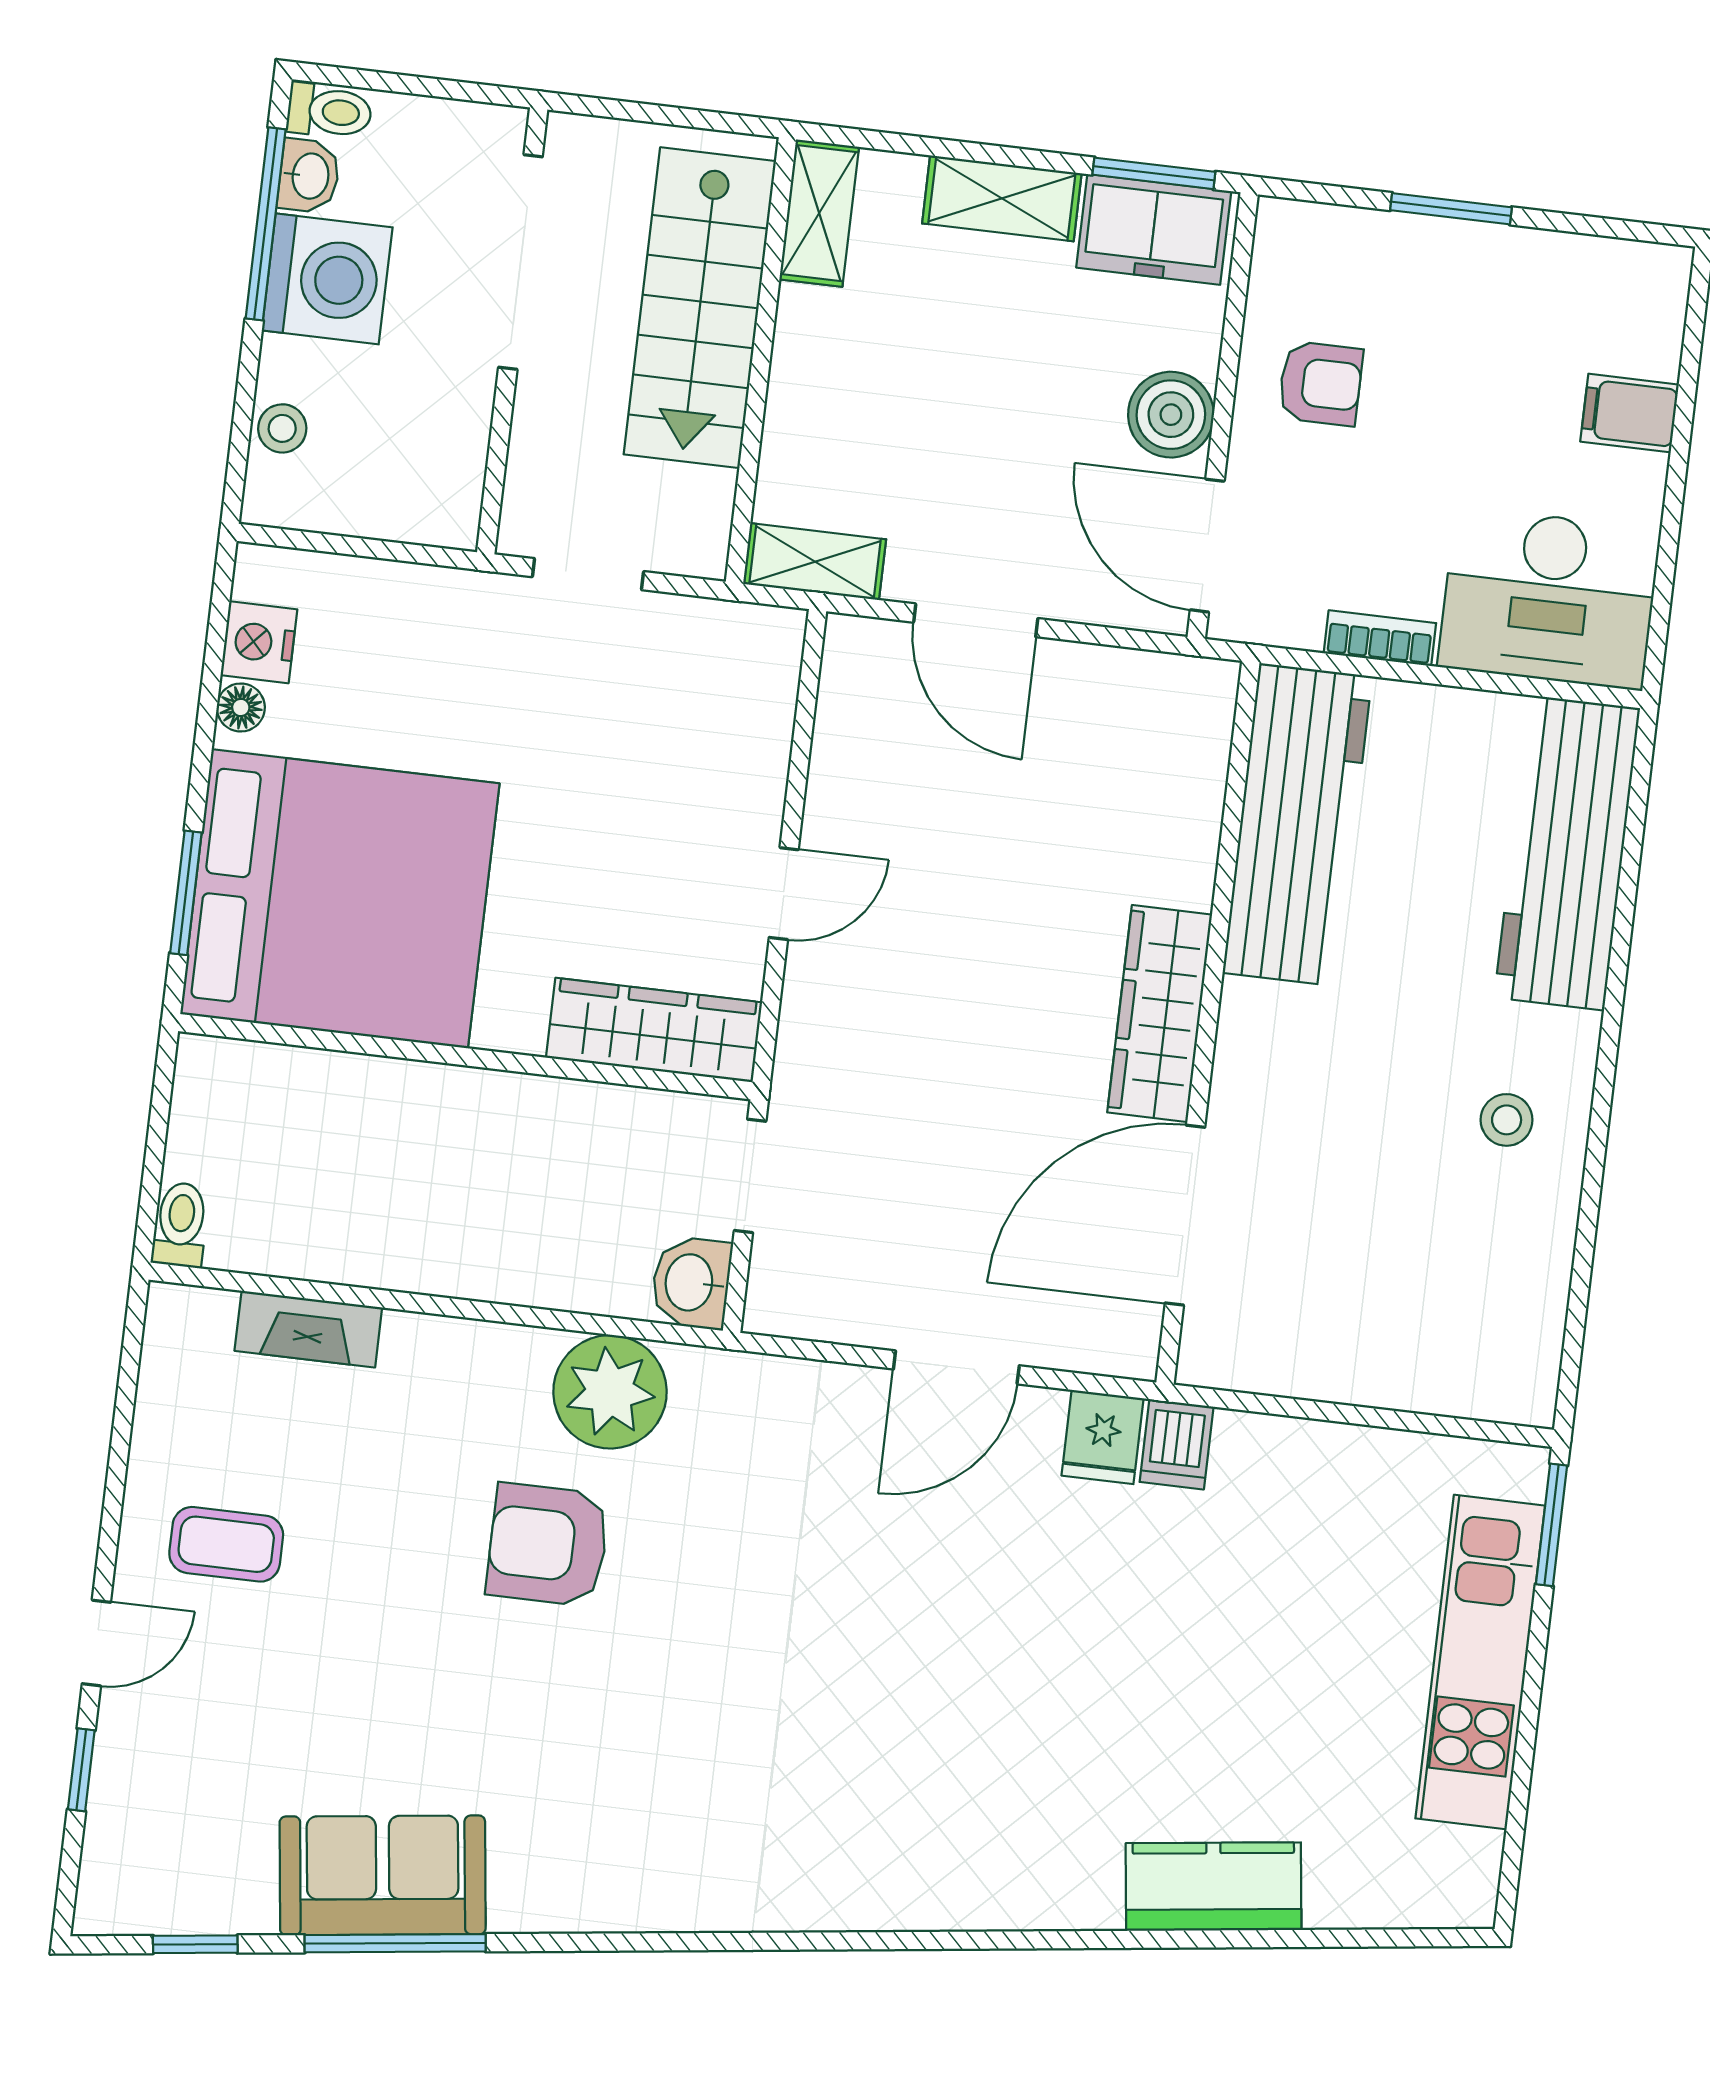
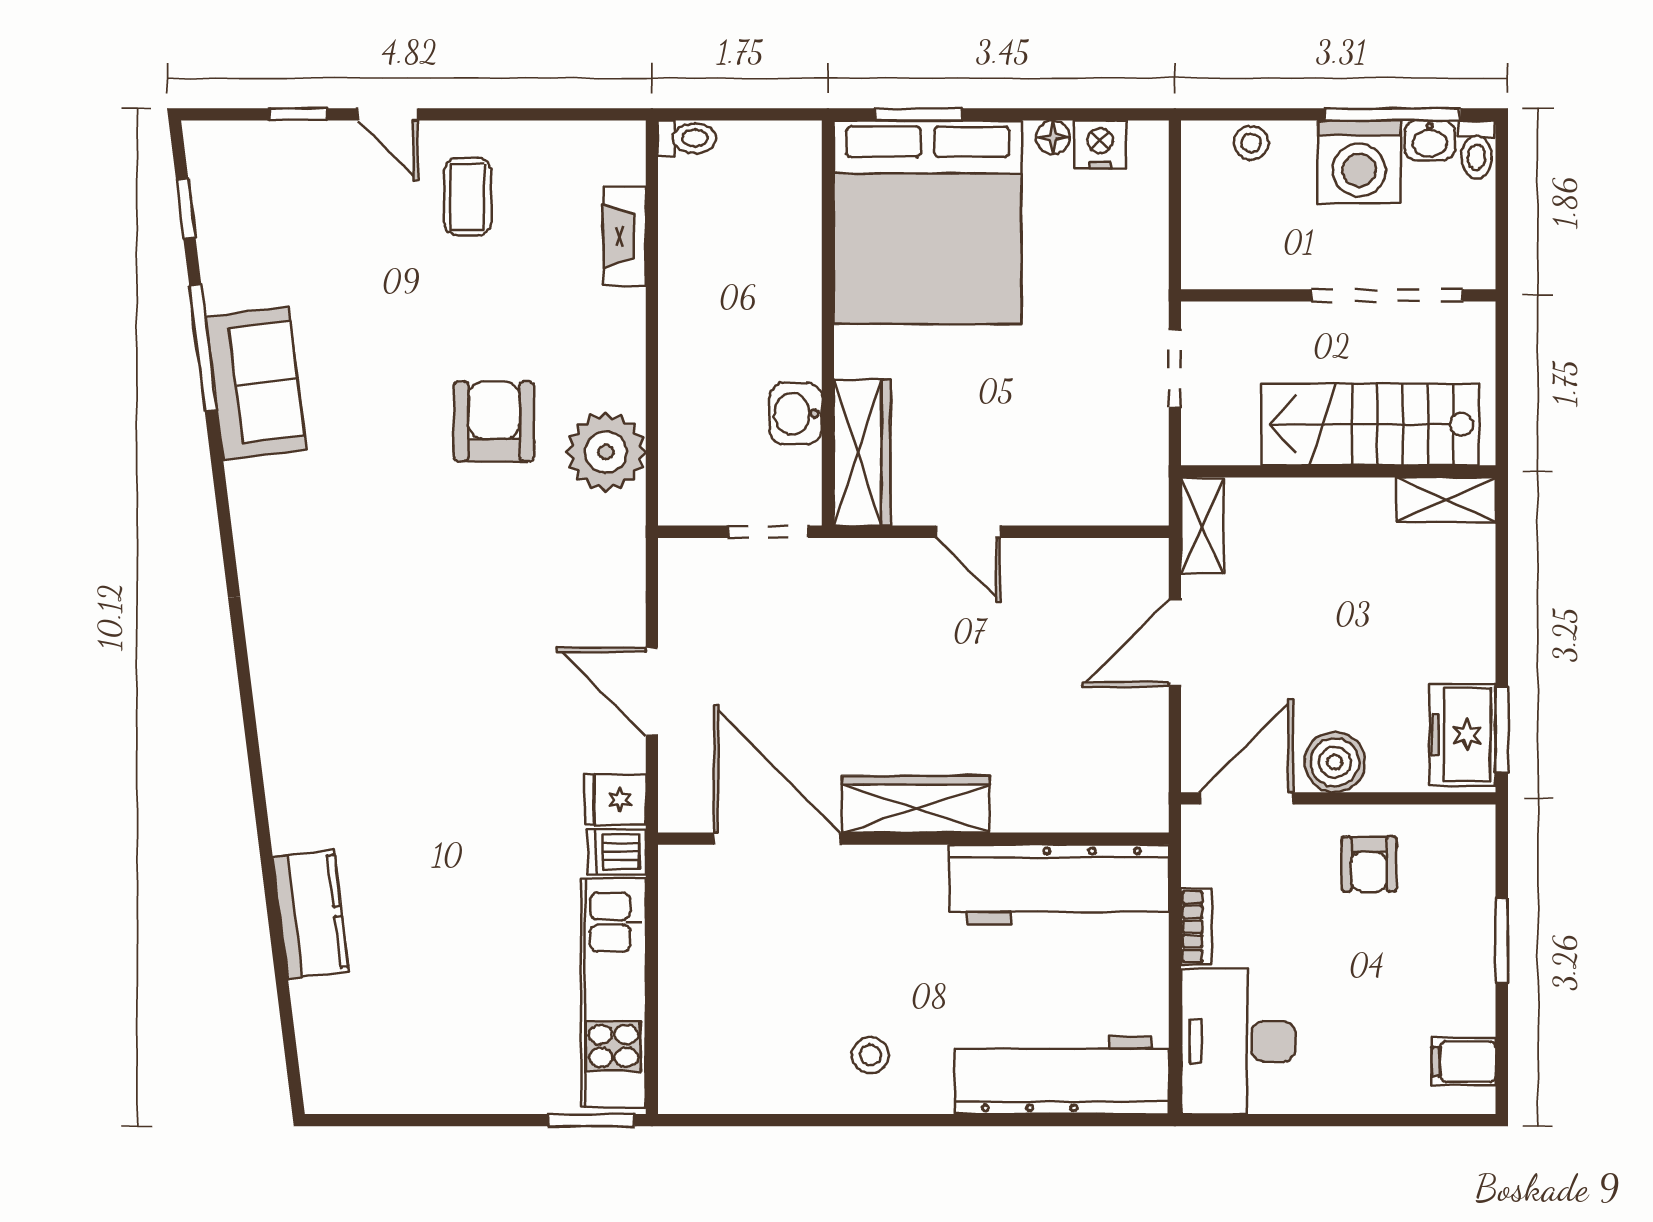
shelving: (1002, 198) -> (1472, 626), removed
filing cabinet: (1630, 413) -> (1464, 1062), moved, turned -90
washbasin: (691, 1283) -> (796, 413), moved, turned -90
kitchen unit: (1480, 1662) -> (613, 993), moved, turned -90
sofa: (383, 1875) -> (256, 383), moved

